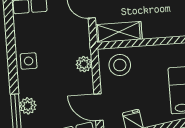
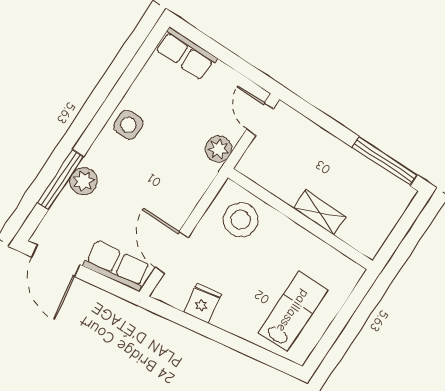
shelving: (119, 32) -> (319, 213), moved, width x0.67, depth x0.75
plant: (84, 64) -> (219, 149), moved

